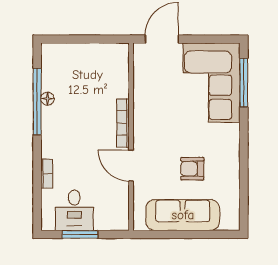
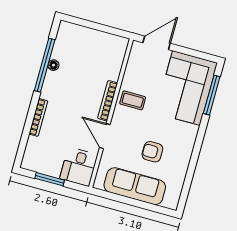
coffee table: (152, 115) -> (133, 100), added
bookcase: (47, 174) -> (38, 117), width x1.56
desk: (74, 210) -> (79, 167), moved

